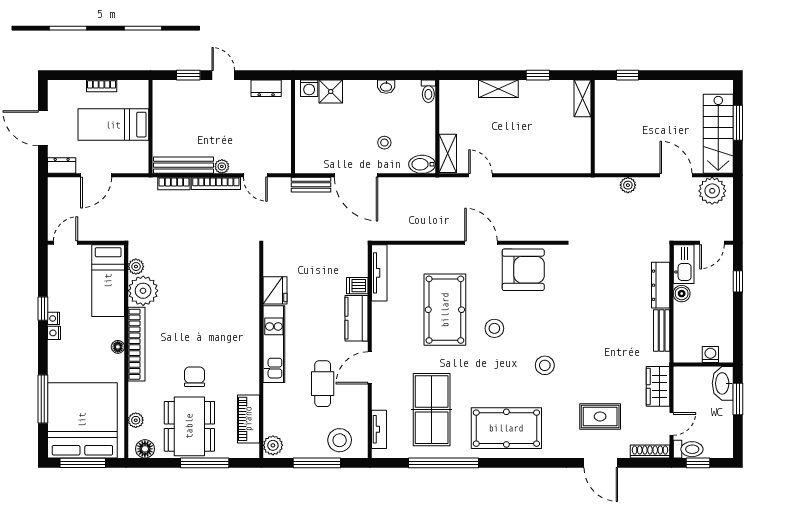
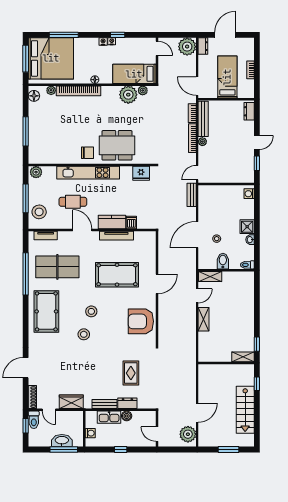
window: (188, 75) -> (257, 163), moved
window: (538, 75) -> (257, 344), moved
dresser: (266, 88) -> (249, 111), moved
shelving: (498, 89) -> (204, 319), moved
shower: (331, 92) -> (247, 227), moved
stairs: (718, 134) -> (245, 410), moved, turned -90
bidet: (422, 164) -> (223, 261), moved
door: (96, 175) -> (197, 86), moved
door: (255, 175) -> (197, 173), moved
door: (356, 175) -> (197, 235), moved
plant: (628, 185) -> (187, 47), moved, width x1.88, depth x1.88
door: (481, 243) -> (157, 284), moved
kitchen sink: (684, 264) -> (109, 417), moved
armchair: (523, 270) -> (141, 321), turned 90
tv unit: (379, 273) -> (116, 236), moved
window: (738, 281) -> (121, 450), moved
dresser: (661, 285) -> (127, 403), width x0.70
fridge: (275, 290) -> (141, 173), moved
stool: (494, 328) -> (91, 311), moved
bookcase: (137, 344) -> (79, 91), moved
kitchen unit: (274, 344) -> (88, 173), width x1.36
chair: (194, 377) -> (88, 153), moved
washbasin: (723, 383) -> (62, 441), moved
window: (738, 399) -> (64, 450), width x1.44
rug: (600, 416) -> (131, 373), moved
piano: (248, 419) -> (52, 158), removed
dining table: (189, 426) -> (117, 145), moved

